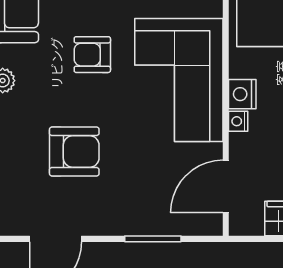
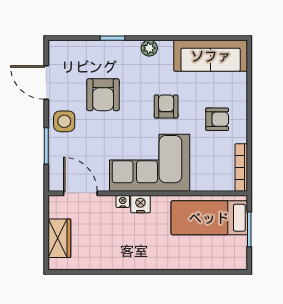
side table: (115, 211) -> (64, 121), added

